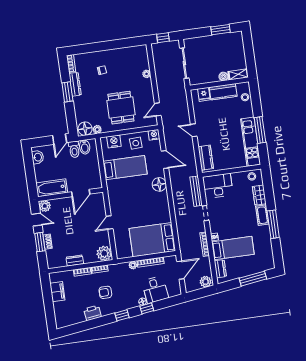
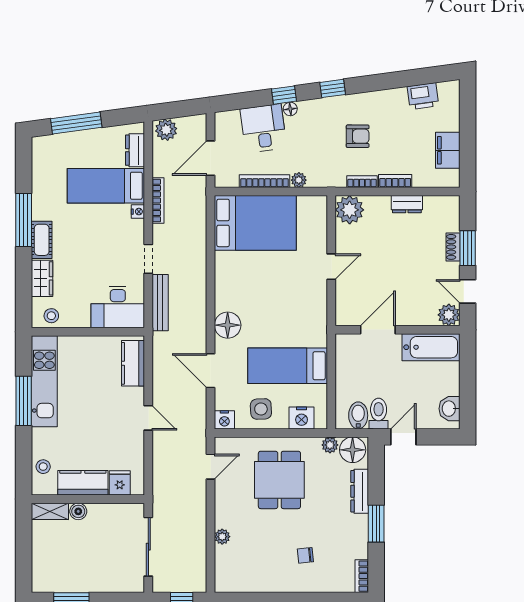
dresser: (75, 84) -> (360, 491), moved
printer: (92, 313) -> (423, 96), moved

